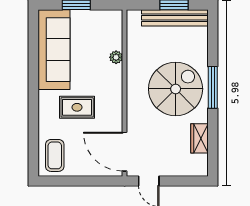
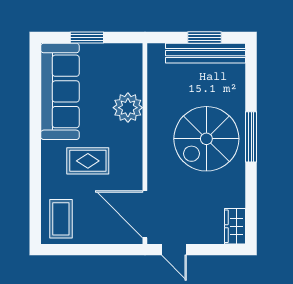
plant: (116, 57) -> (128, 108), width x1.88, depth x1.88
spiral stairs: (176, 89) -> (206, 139), turned 180
wardrobe: (199, 138) -> (235, 226), moved

